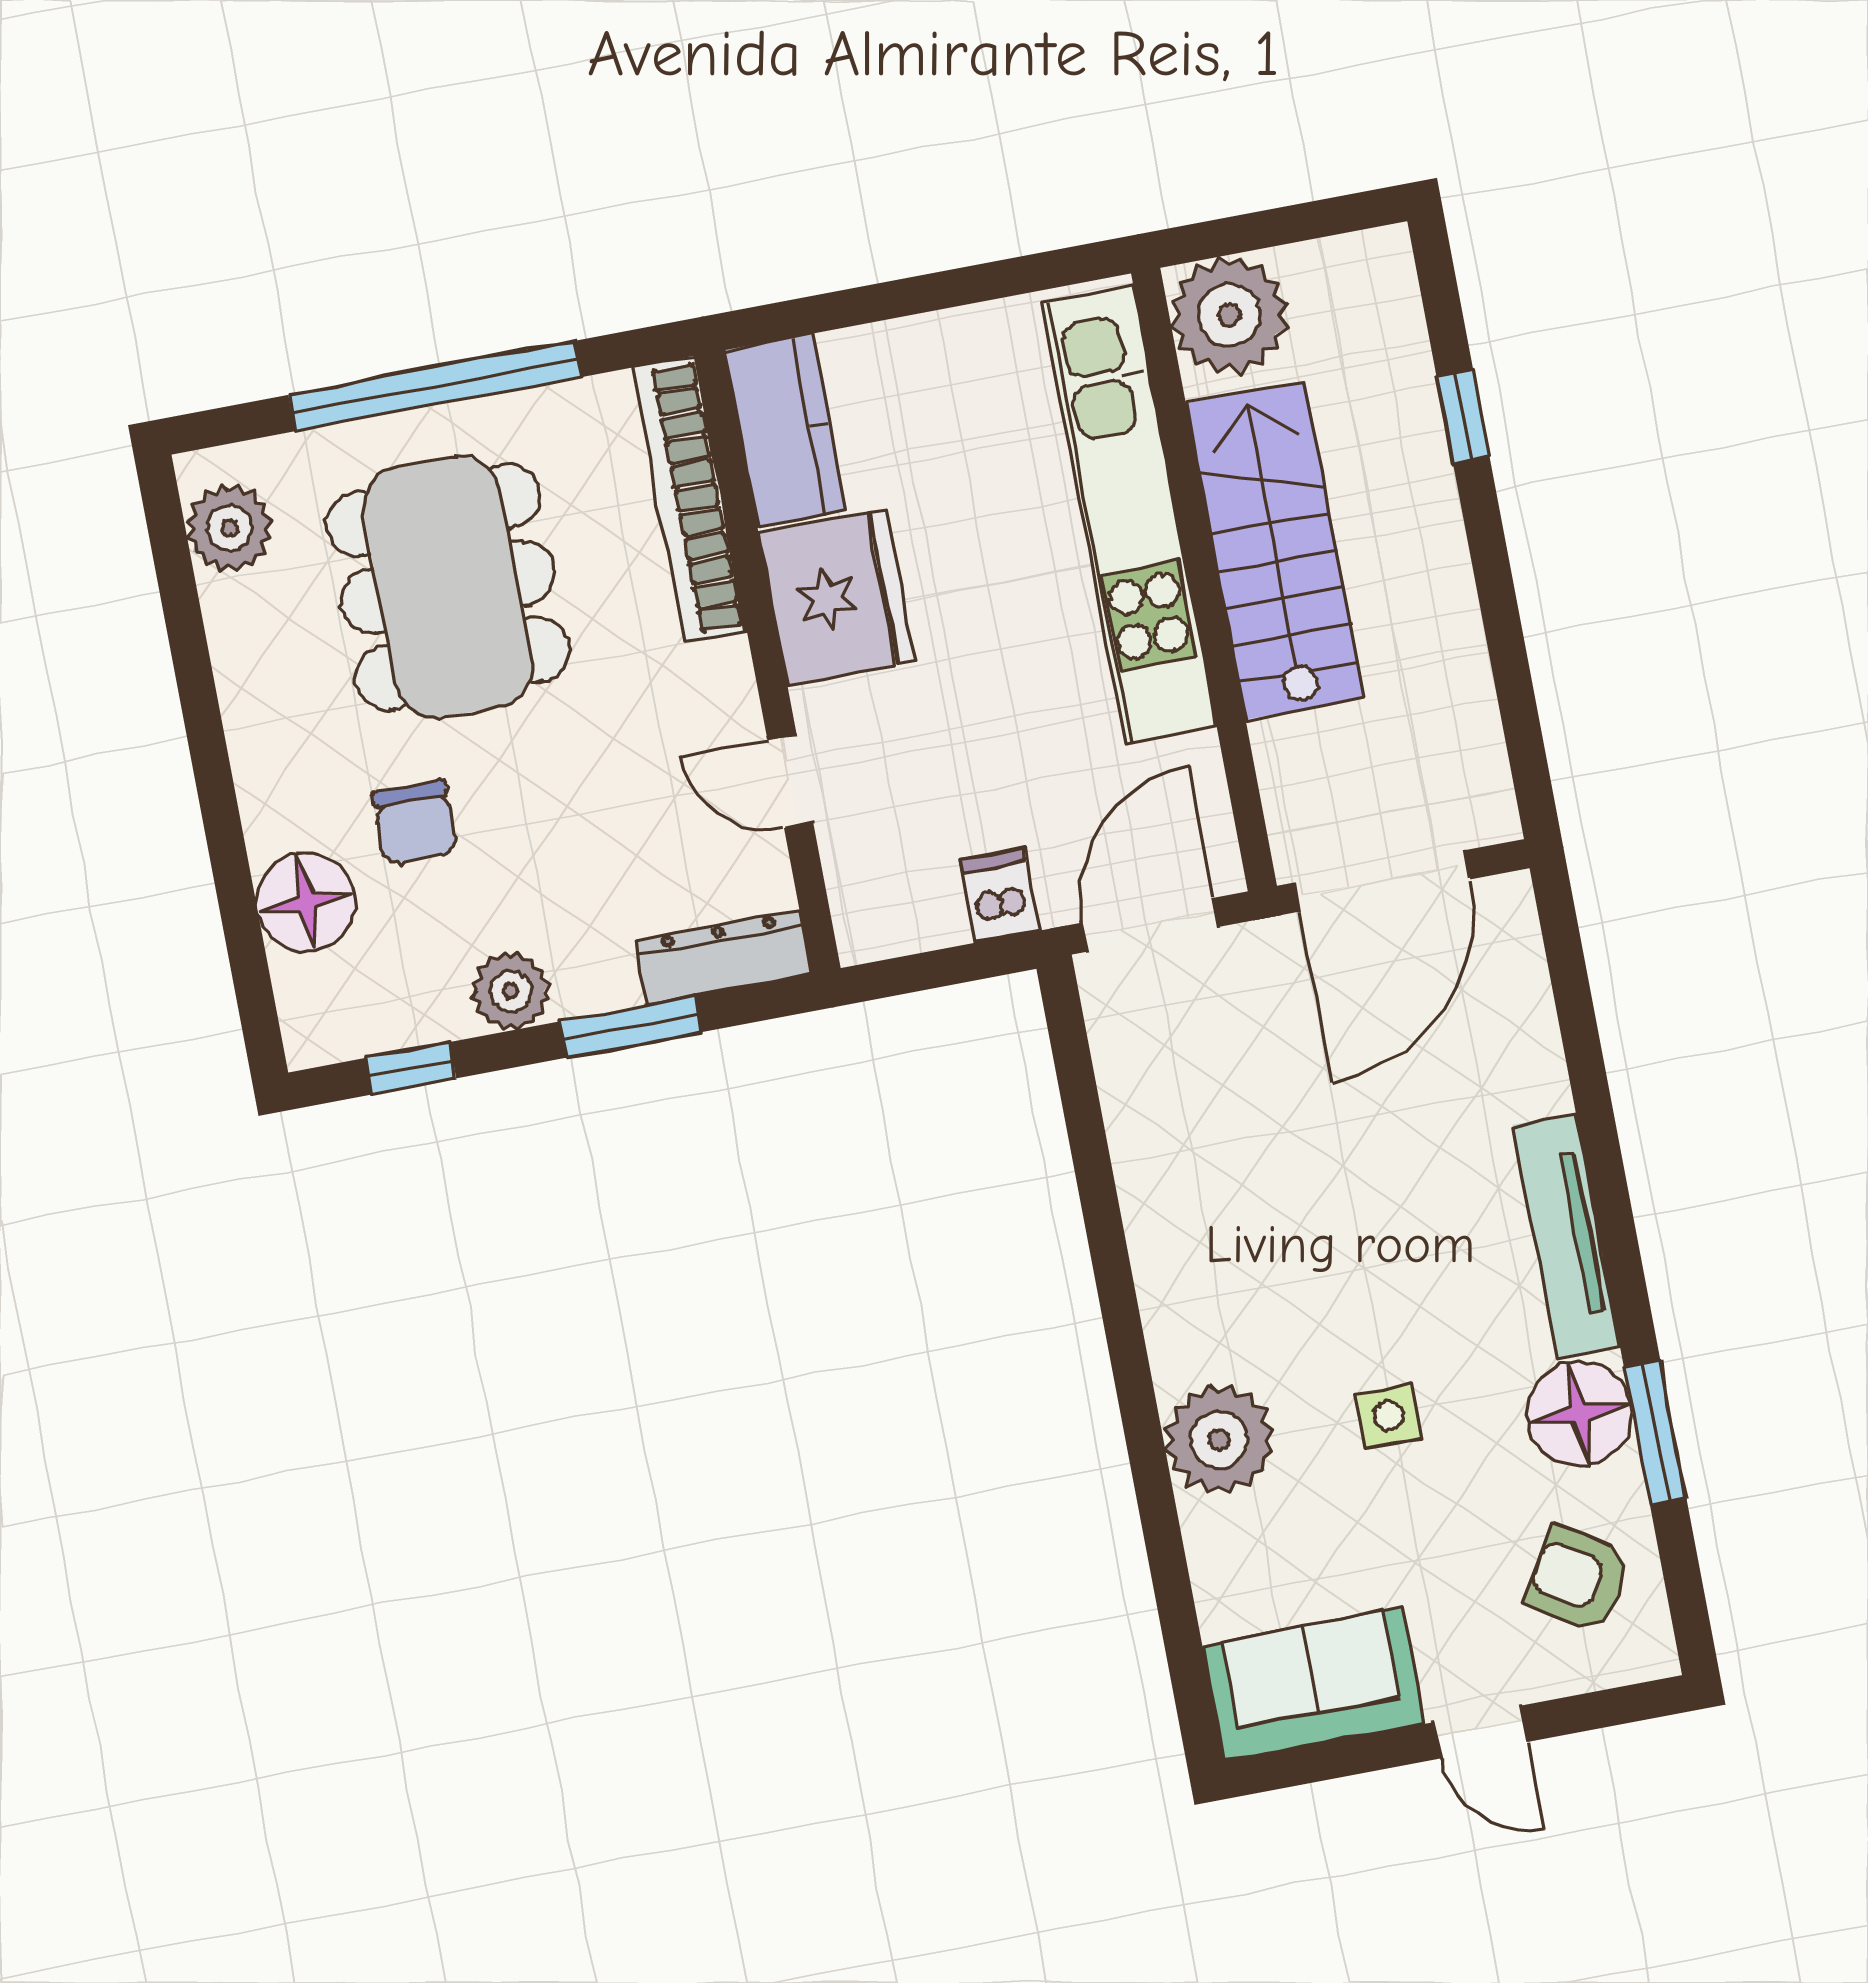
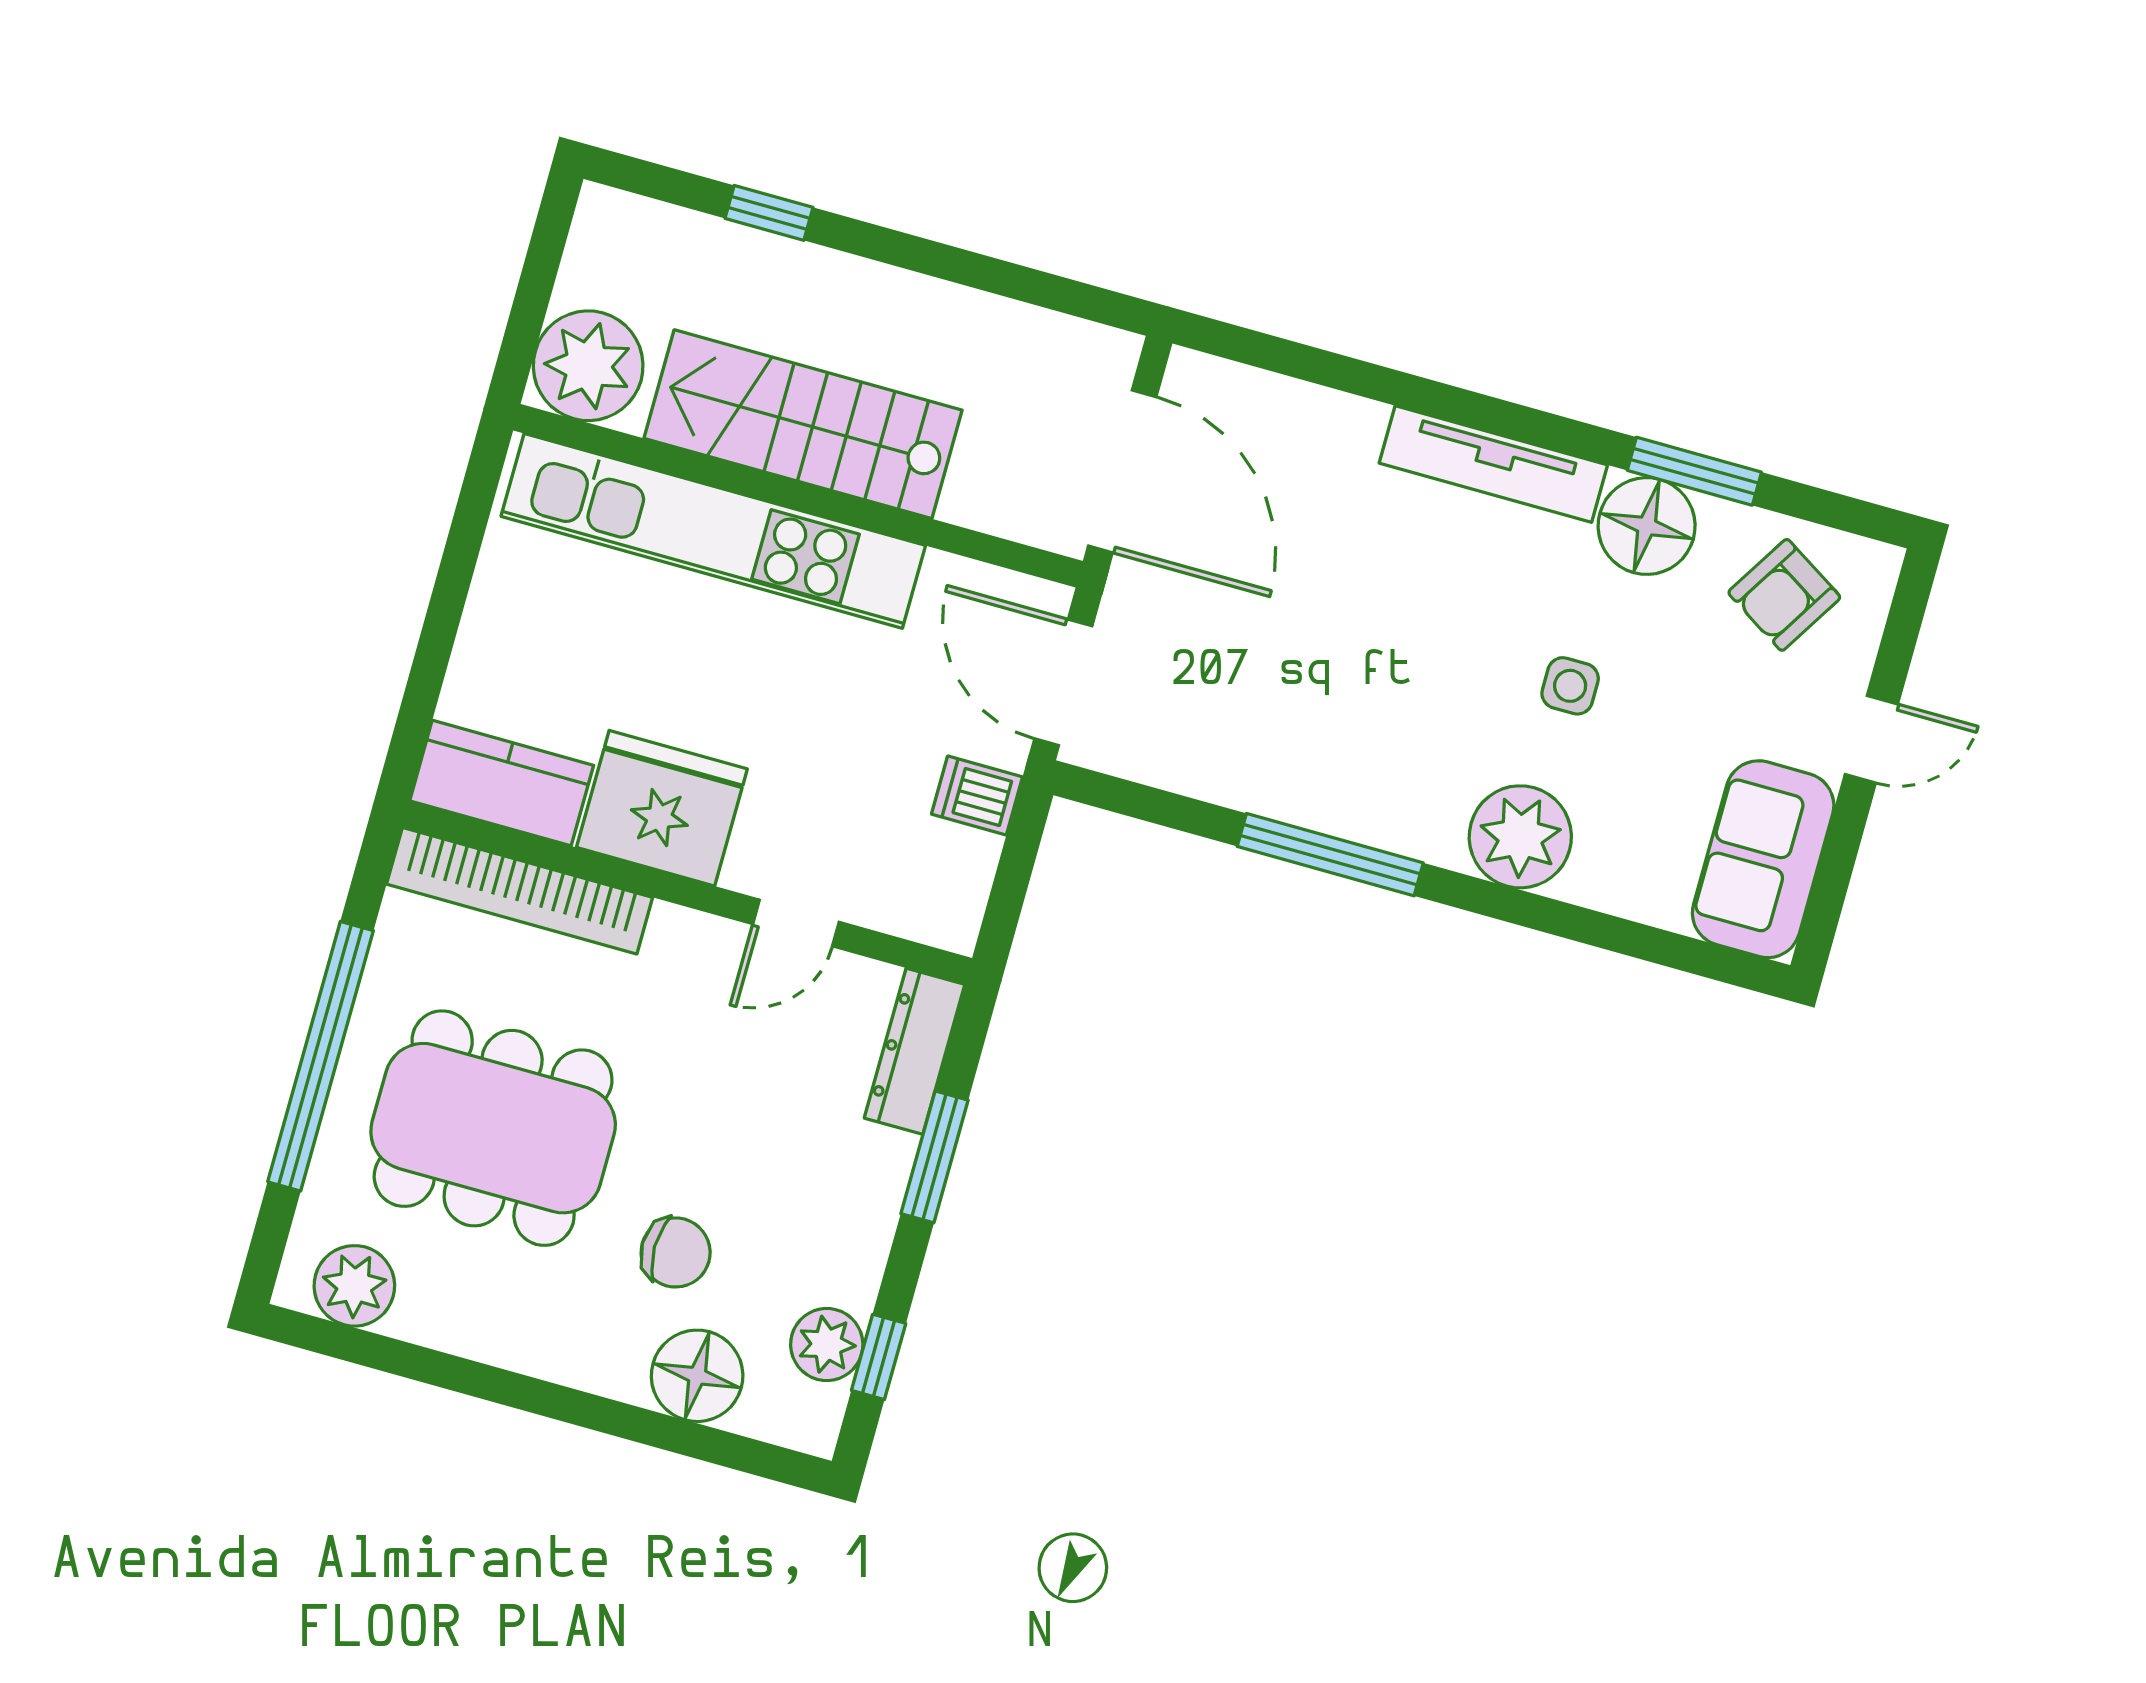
plant: (511, 991) -> (827, 1345), moved
window: (1111, 1265) -> (1330, 855), added

